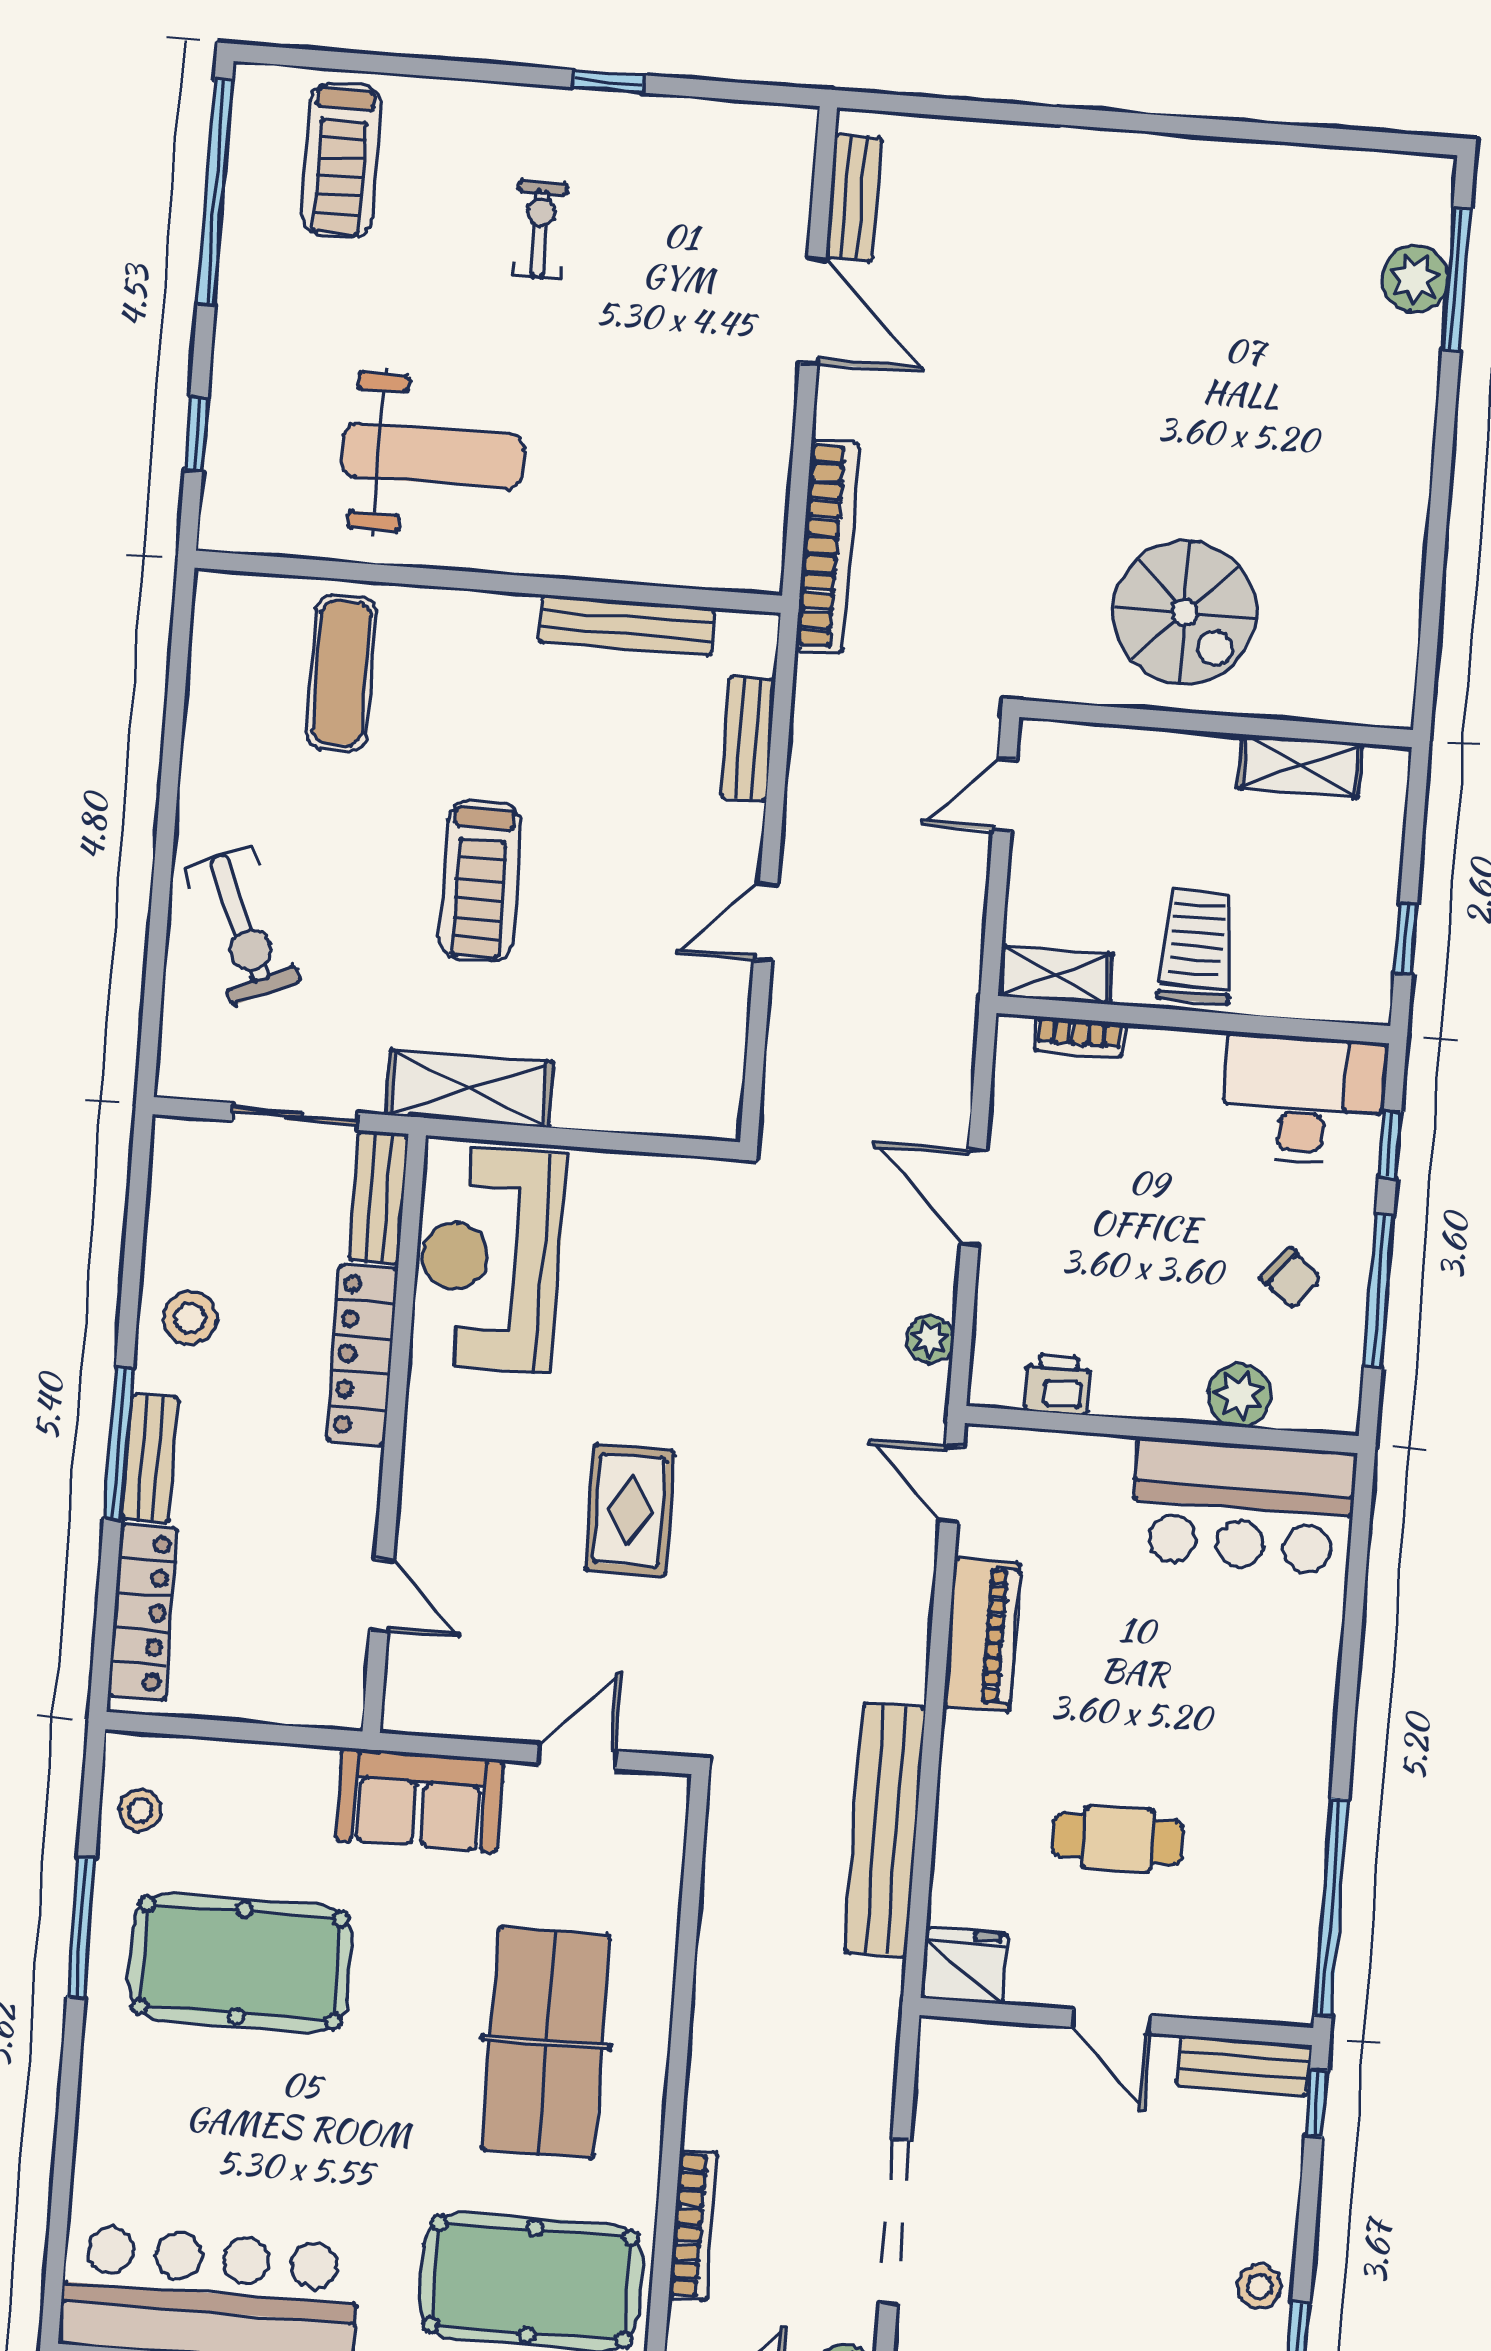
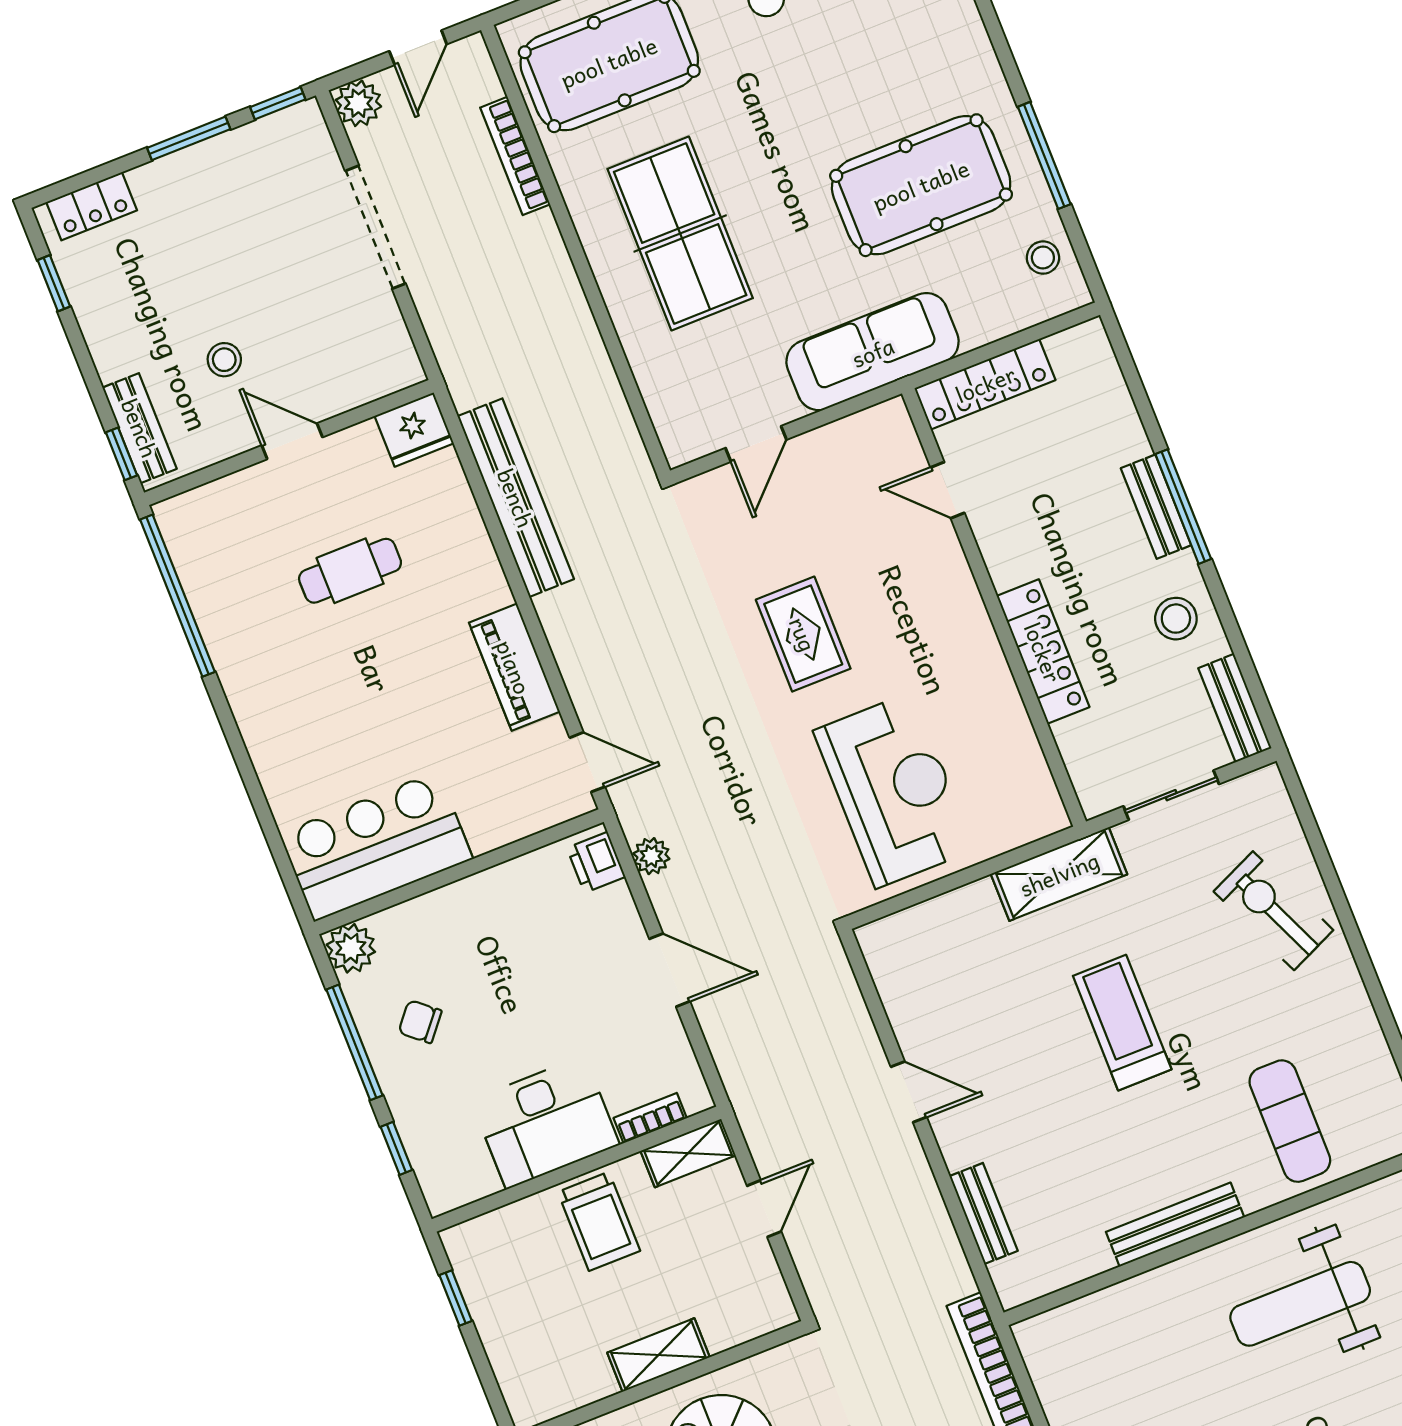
bench: (627, 625) -> (1175, 1225), moved
shelving: (1300, 766) -> (658, 1355), moved
door: (1004, 795) -> (764, 1209), moved
door: (766, 922) -> (909, 1092), hinge flipped
desk: (1303, 1099) -> (545, 1122), moved
bench: (379, 1197) -> (1235, 708), moved
reception desk: (490, 1258) -> (894, 790), moved
printer: (1058, 1384) -> (596, 862), moved, turned 90
plant: (1239, 1395) -> (351, 948), moved
locker: (143, 1612) -> (985, 384), moved, turned -90
sofa: (419, 1800) -> (873, 352), width x1.36
bench: (1244, 2065) -> (140, 428), moved, turned 90
stool: (1259, 2286) -> (224, 360), moved

